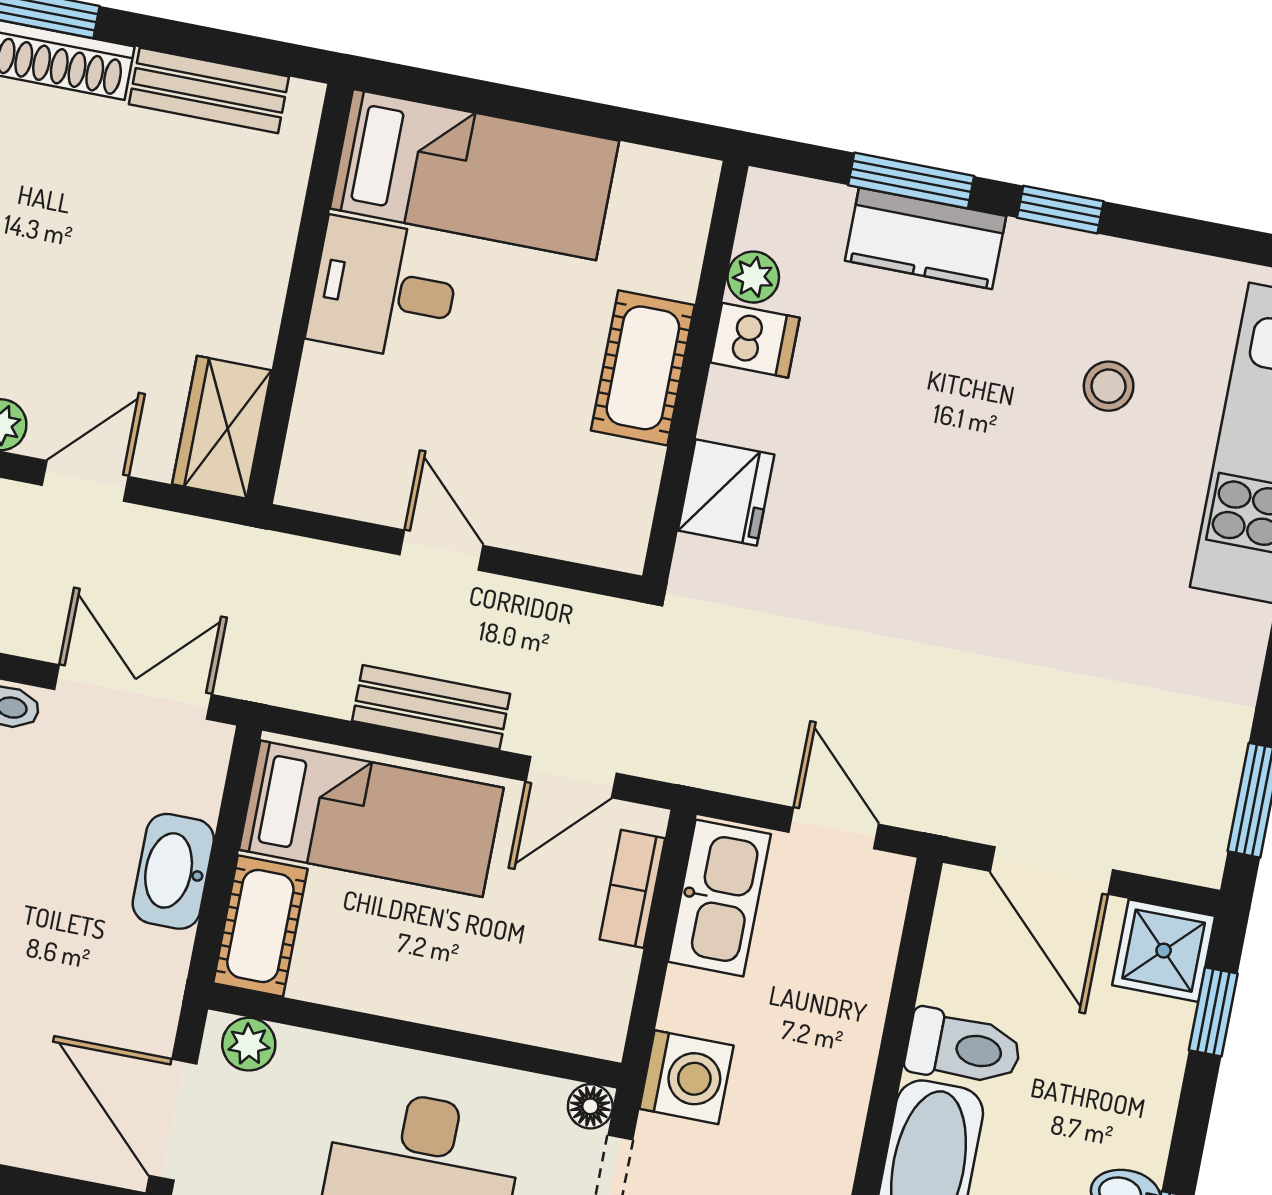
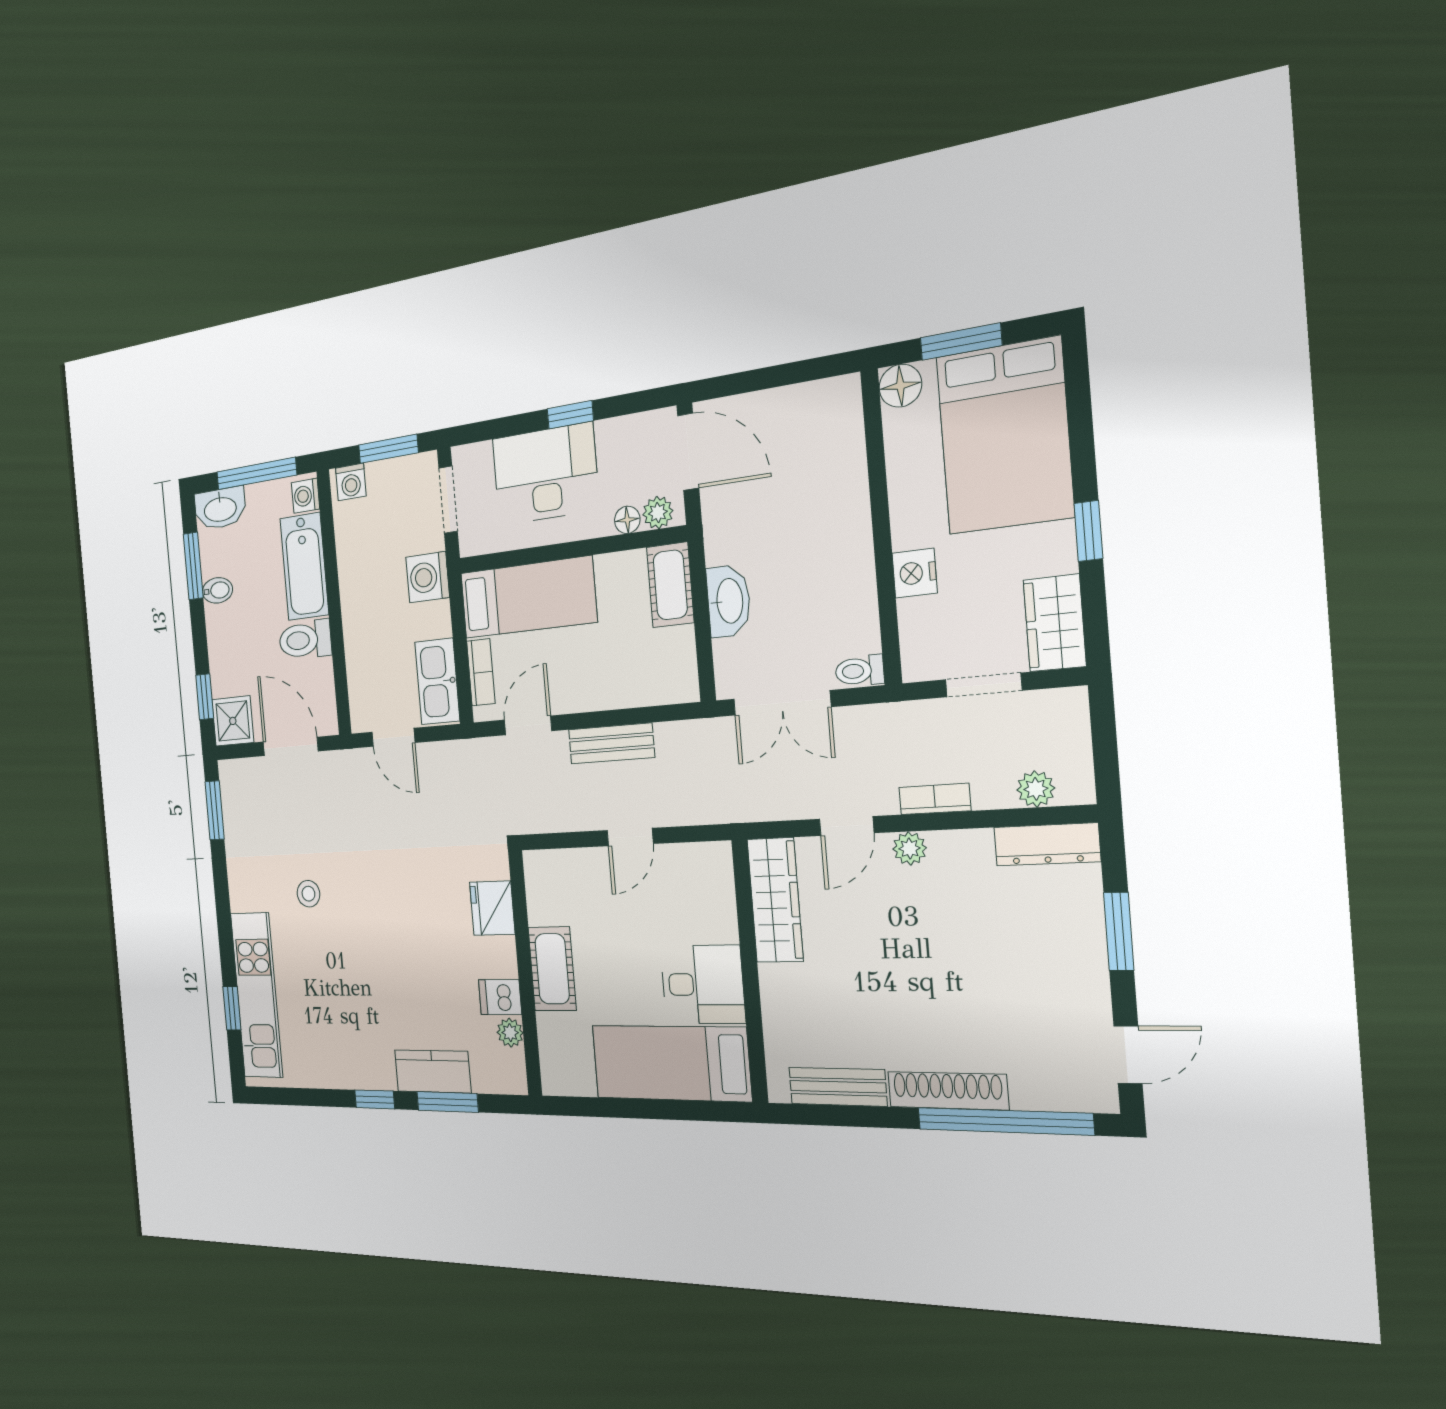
stool: (1109, 386) -> (308, 894), moved
wardrobe: (222, 427) -> (775, 900), width x1.50
door: (441, 550) -> (630, 837), hinge flipped
bed: (371, 819) -> (528, 597), moved, turned 180
floor lamp: (590, 1106) -> (627, 520), moved

